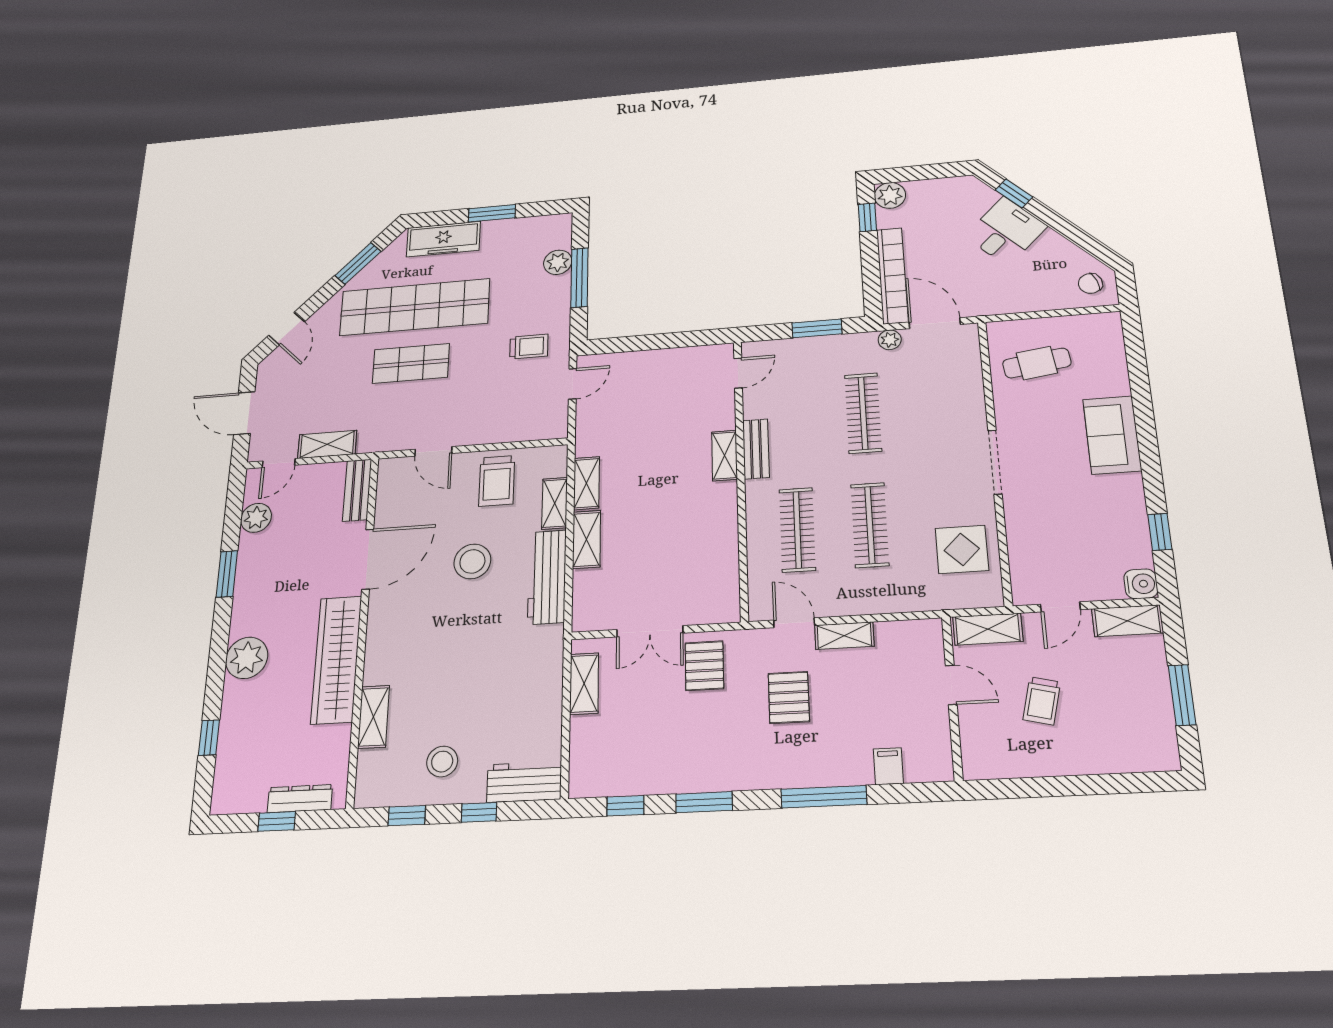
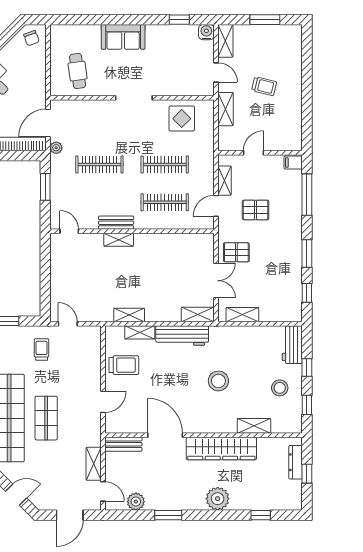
shelving: (587, 539) -> (198, 315), moved
stool: (472, 561) -> (218, 381), moved
door: (951, 685) -> (254, 153), moved
wall: (952, 697) -> (260, 153), moved

